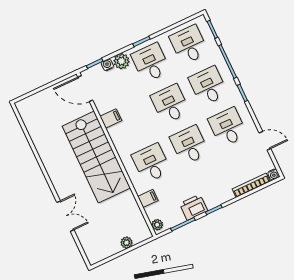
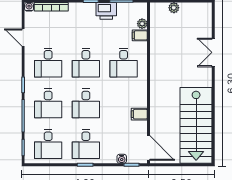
plant: (121, 61) -> (109, 156), removed
stairs: (96, 157) -> (196, 125), moved, turned 180
plant: (157, 225) -> (142, 24), moved

